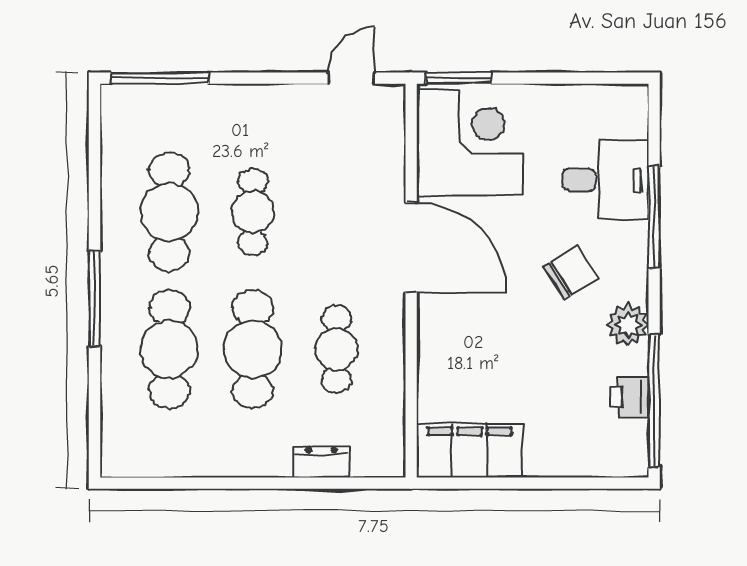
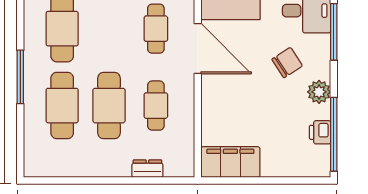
cafe table: (253, 212) -> (156, 29), moved

